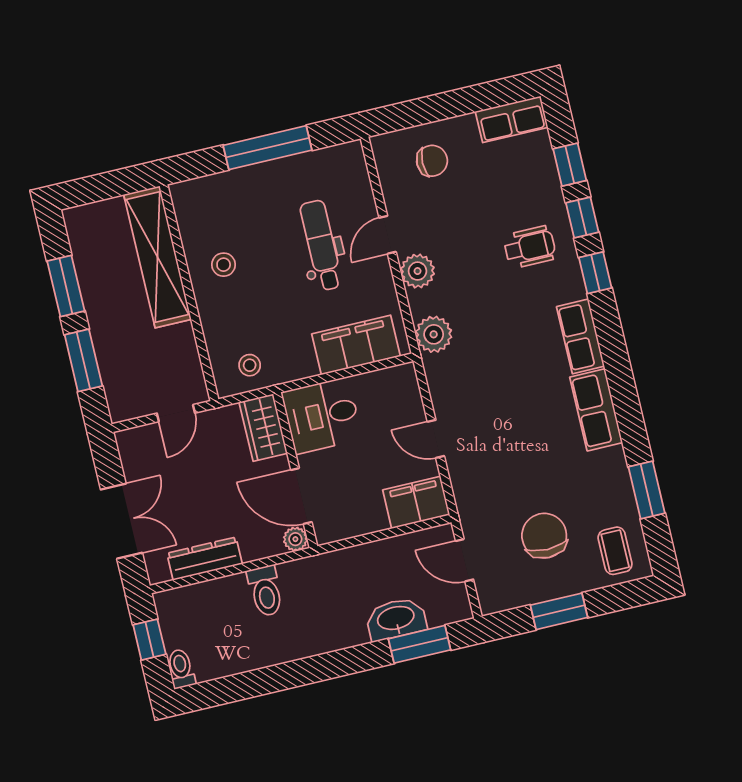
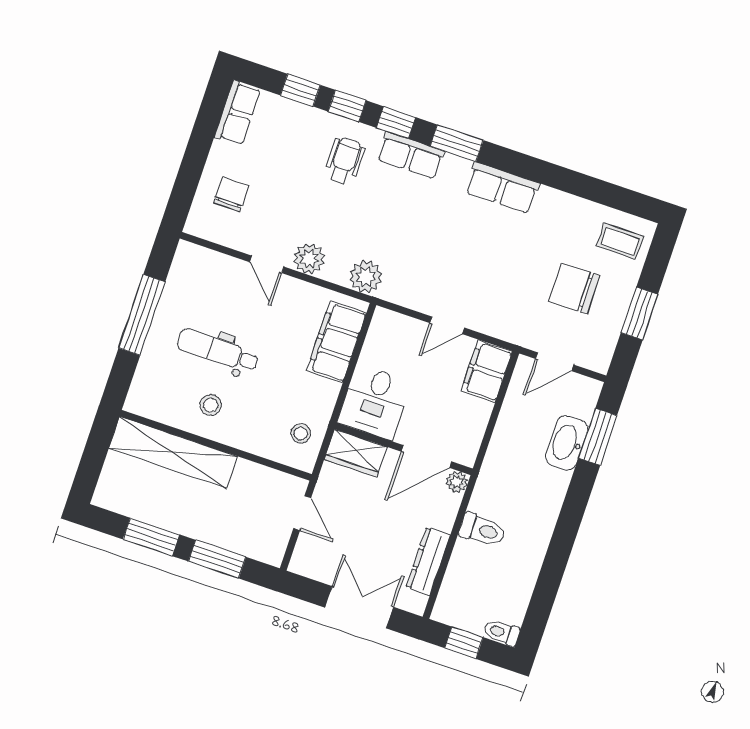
dental chair: (321, 245) -> (218, 351), moved
row of seats: (580, 336) -> (411, 155), moved
window: (647, 490) -> (457, 143), moved

